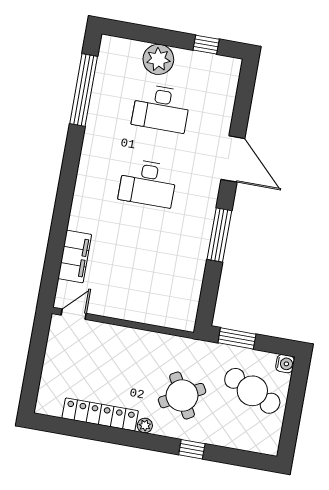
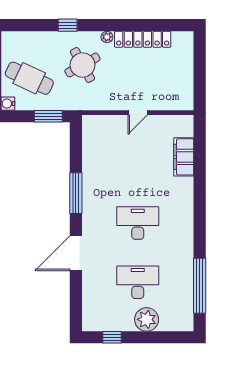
door: (233, 159) -> (76, 253), hinge flipped
door: (74, 314) -> (138, 113), moved

